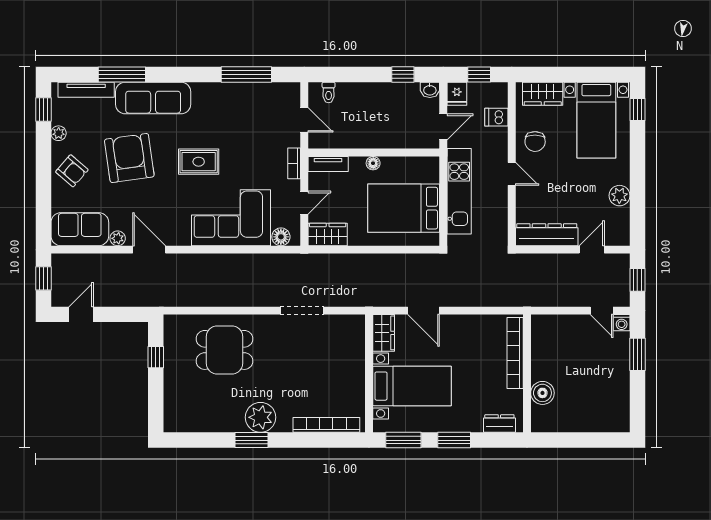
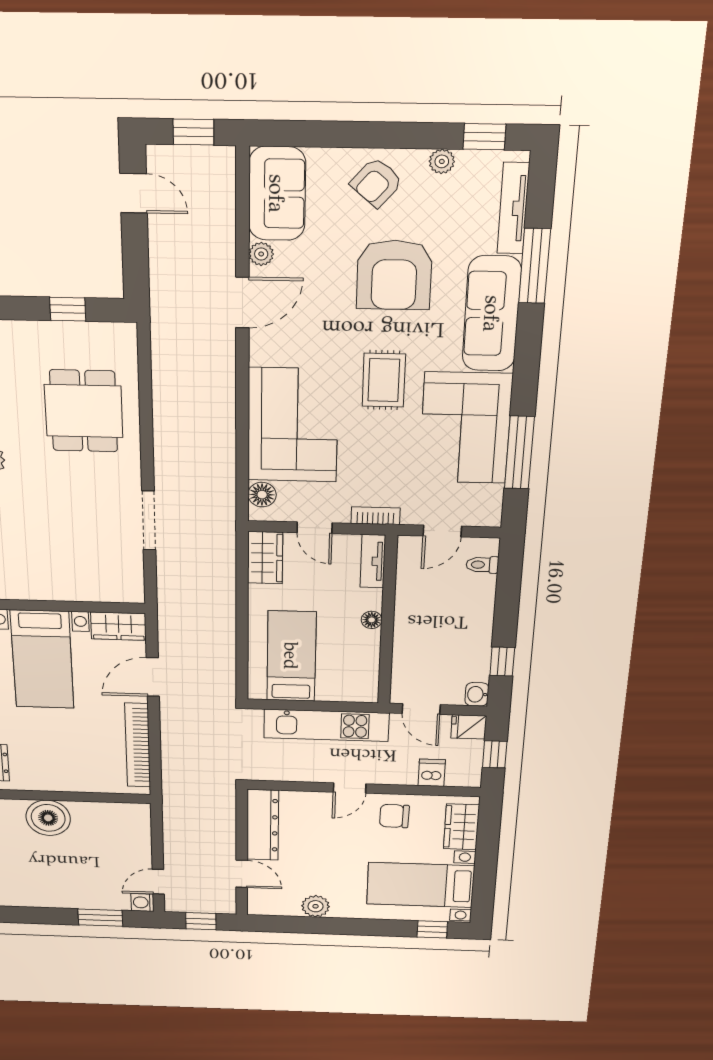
corner sofa: (230, 109) -> (465, 428), added
armchair: (129, 158) -> (394, 275), turned 98
bed: (404, 208) -> (291, 656), width x0.67
bookcase: (515, 353) -> (138, 745), moved, turned -90
boiler: (542, 393) -> (48, 818), width x1.37, depth x1.37

